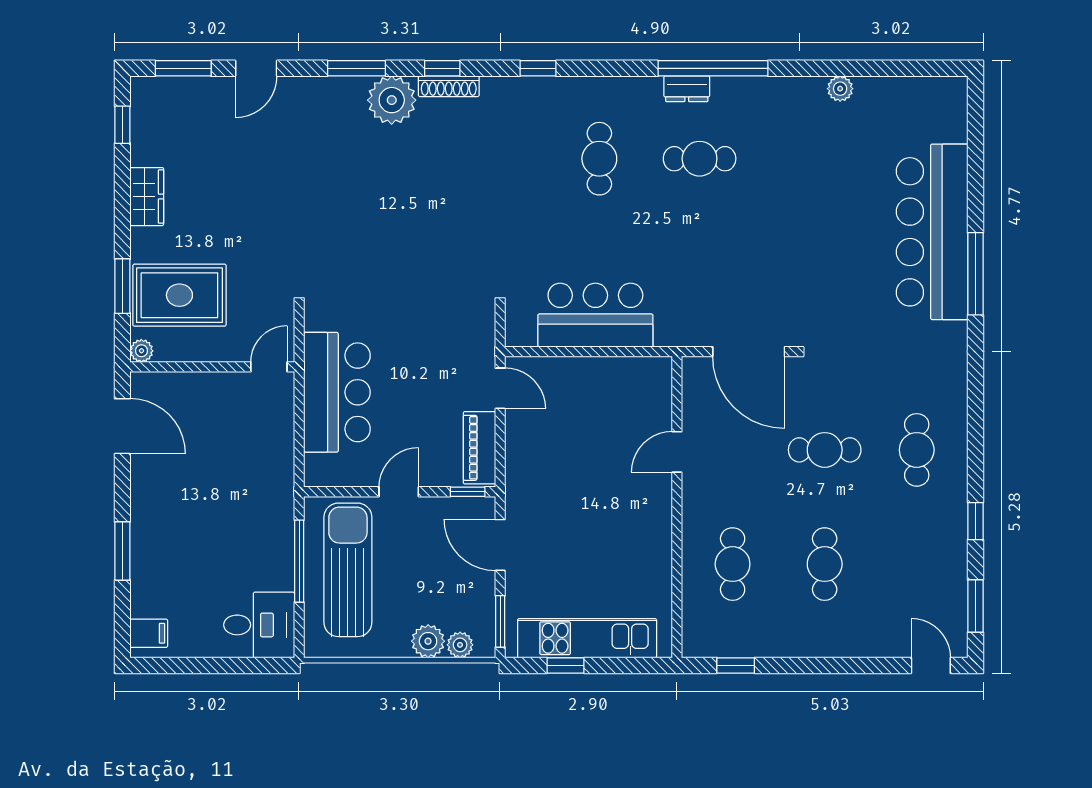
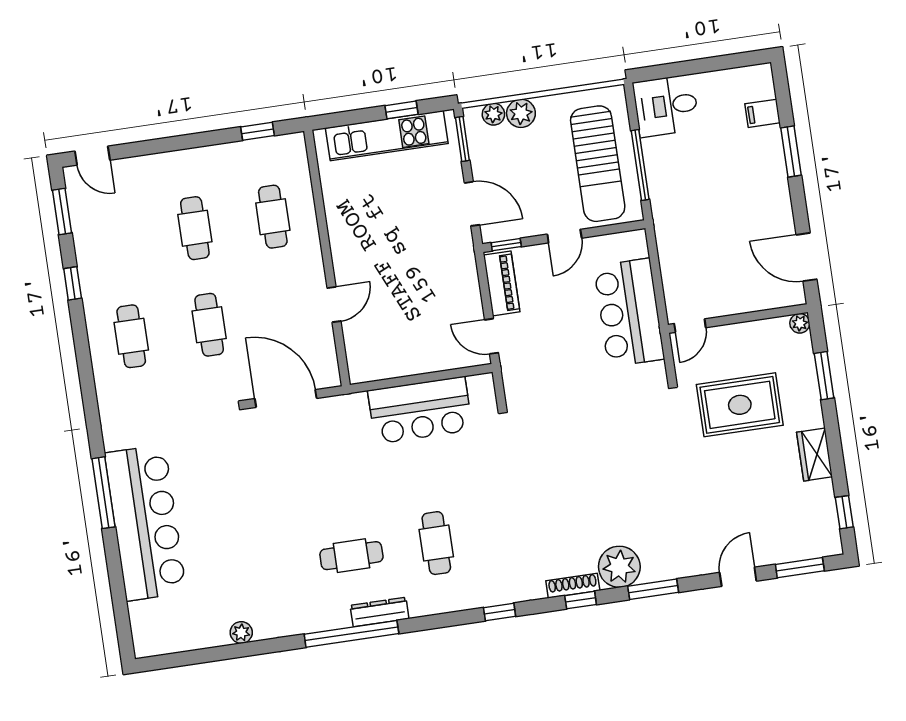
dresser: (687, 89) -> (380, 612), width x1.44
rug: (179, 295) -> (740, 405), moved
cafe table: (825, 450) -> (209, 325), turned 90
filing cabinet: (149, 633) -> (762, 113), moved

